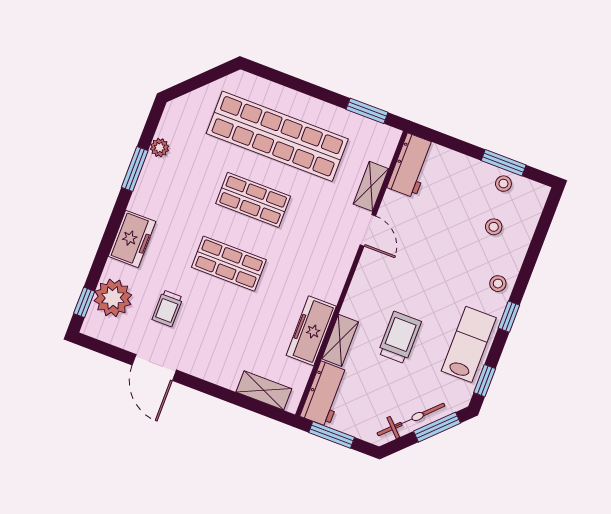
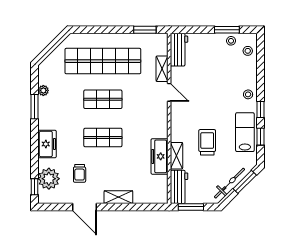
stool: (494, 227) -> (248, 51), moved
window: (485, 381) -> (260, 137), moved
shelving: (264, 390) -> (118, 197), moved

